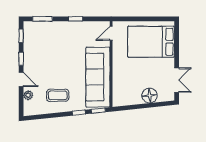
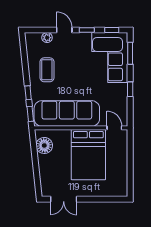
corner sofa: (46, 38) -> (110, 58), added
bed: (151, 42) -> (88, 155), moved, turned 180
door: (21, 79) -> (64, 30), swing flipped
floor lamp: (150, 95) -> (44, 145), moved

